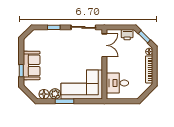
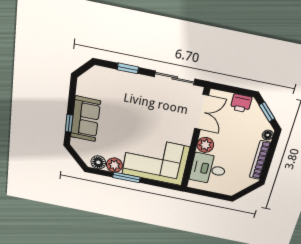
plant: (112, 67) -> (205, 145), added

